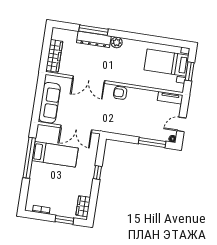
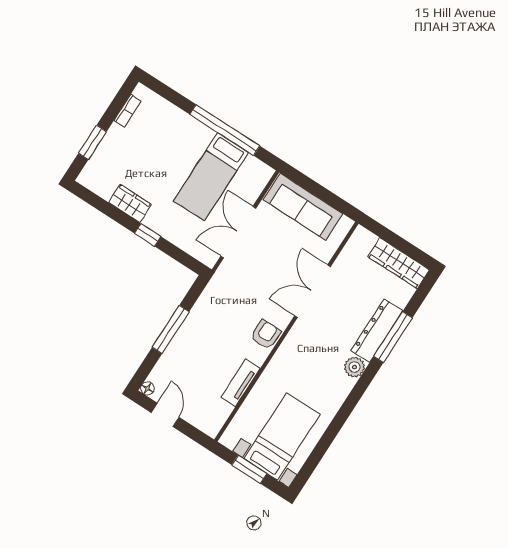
wardrobe: (54, 56) -> (399, 263), moved
tv unit: (170, 98) -> (241, 383), moved
window: (152, 143) -> (171, 329), moved
wardrobe: (83, 206) -> (130, 203), moved

